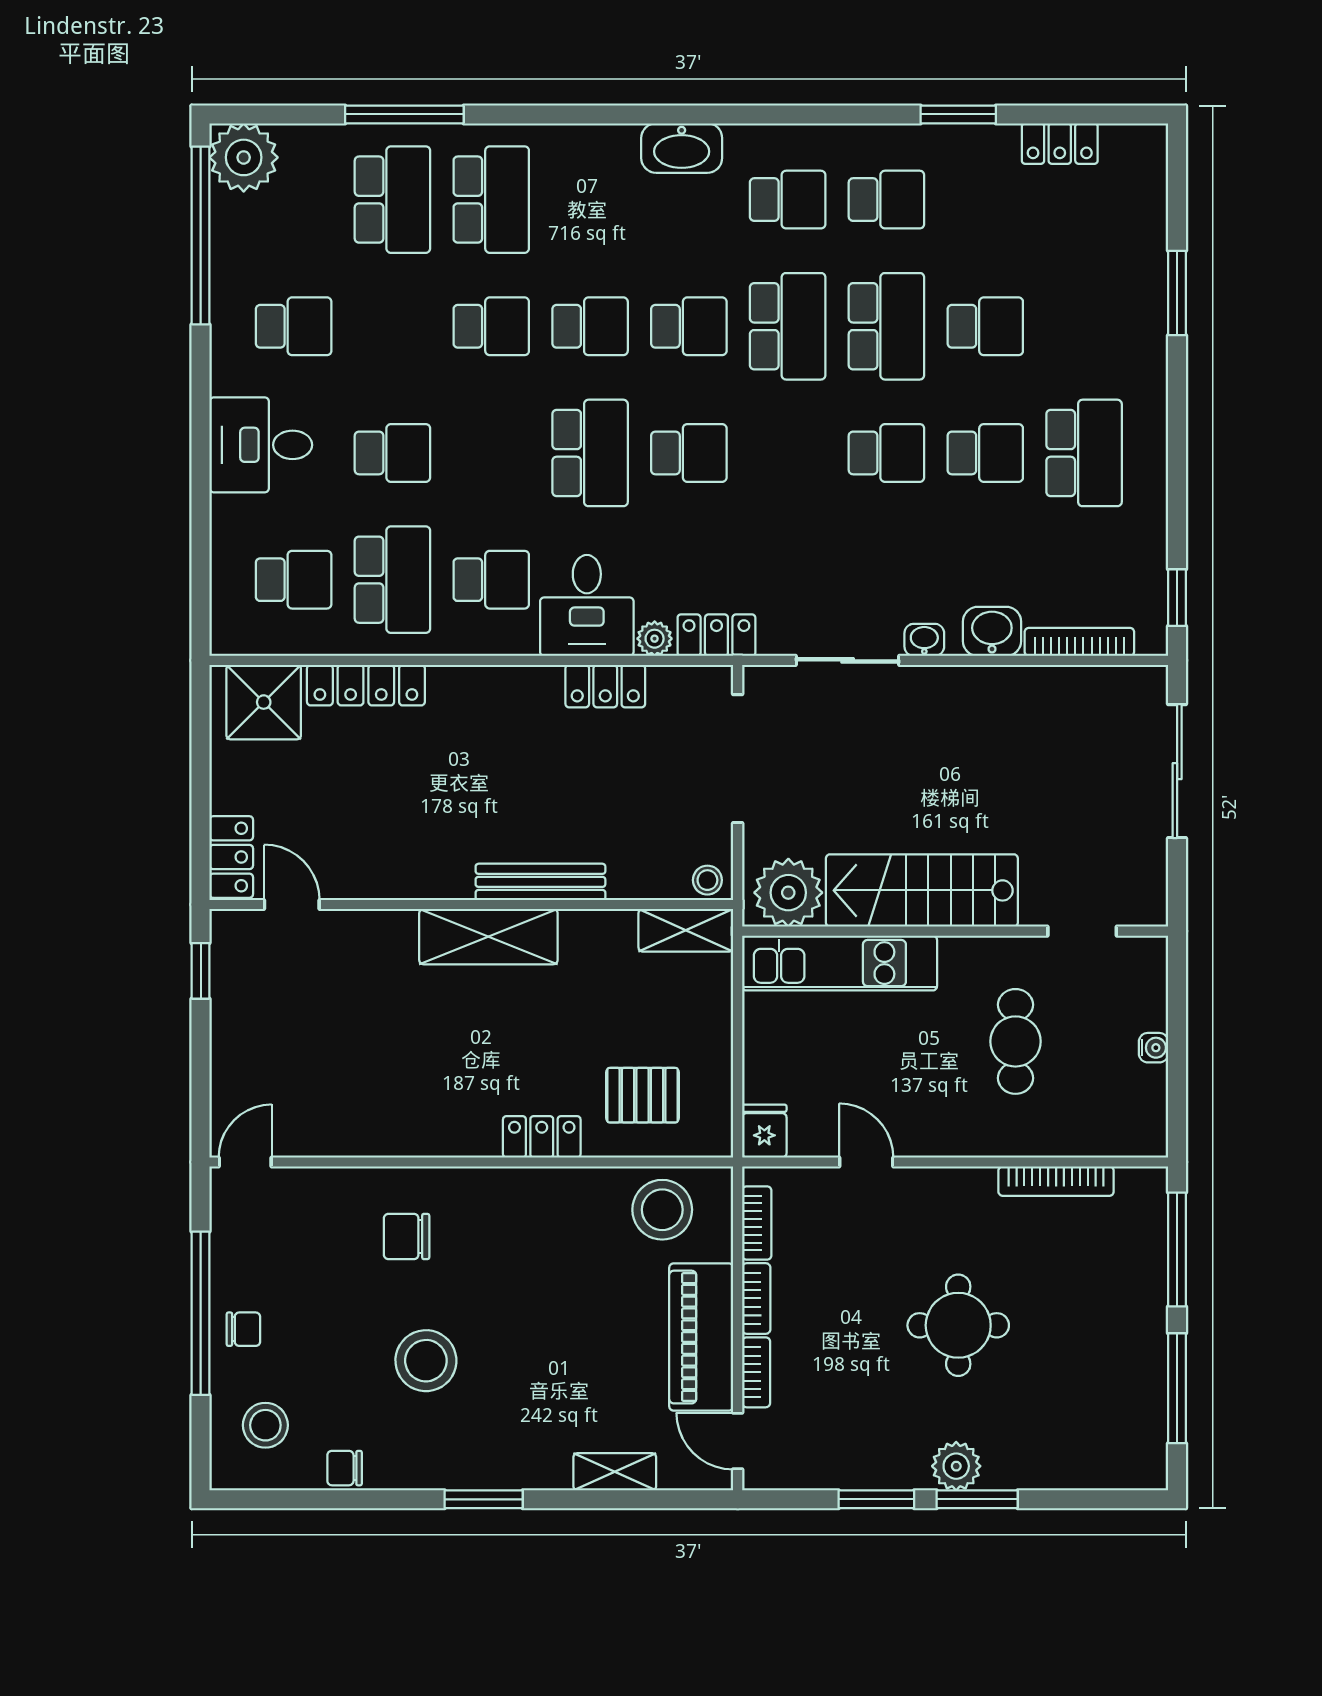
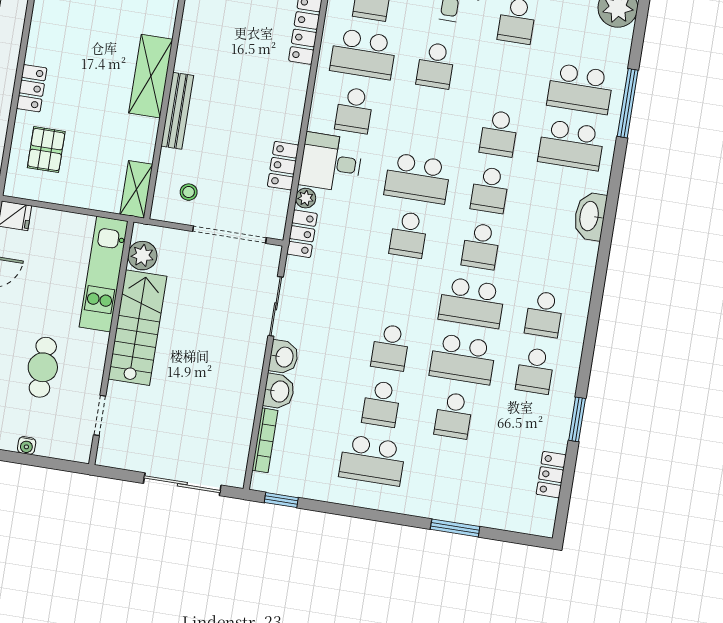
washbasin: (682, 148) -> (590, 216), moved
washbasin: (924, 640) -> (284, 357), width x1.38, depth x1.45
stool: (707, 880) -> (189, 192), moved
plant: (788, 893) -> (142, 256), width x0.73, depth x0.73
cafe table: (1015, 1041) -> (43, 367), turned 90

